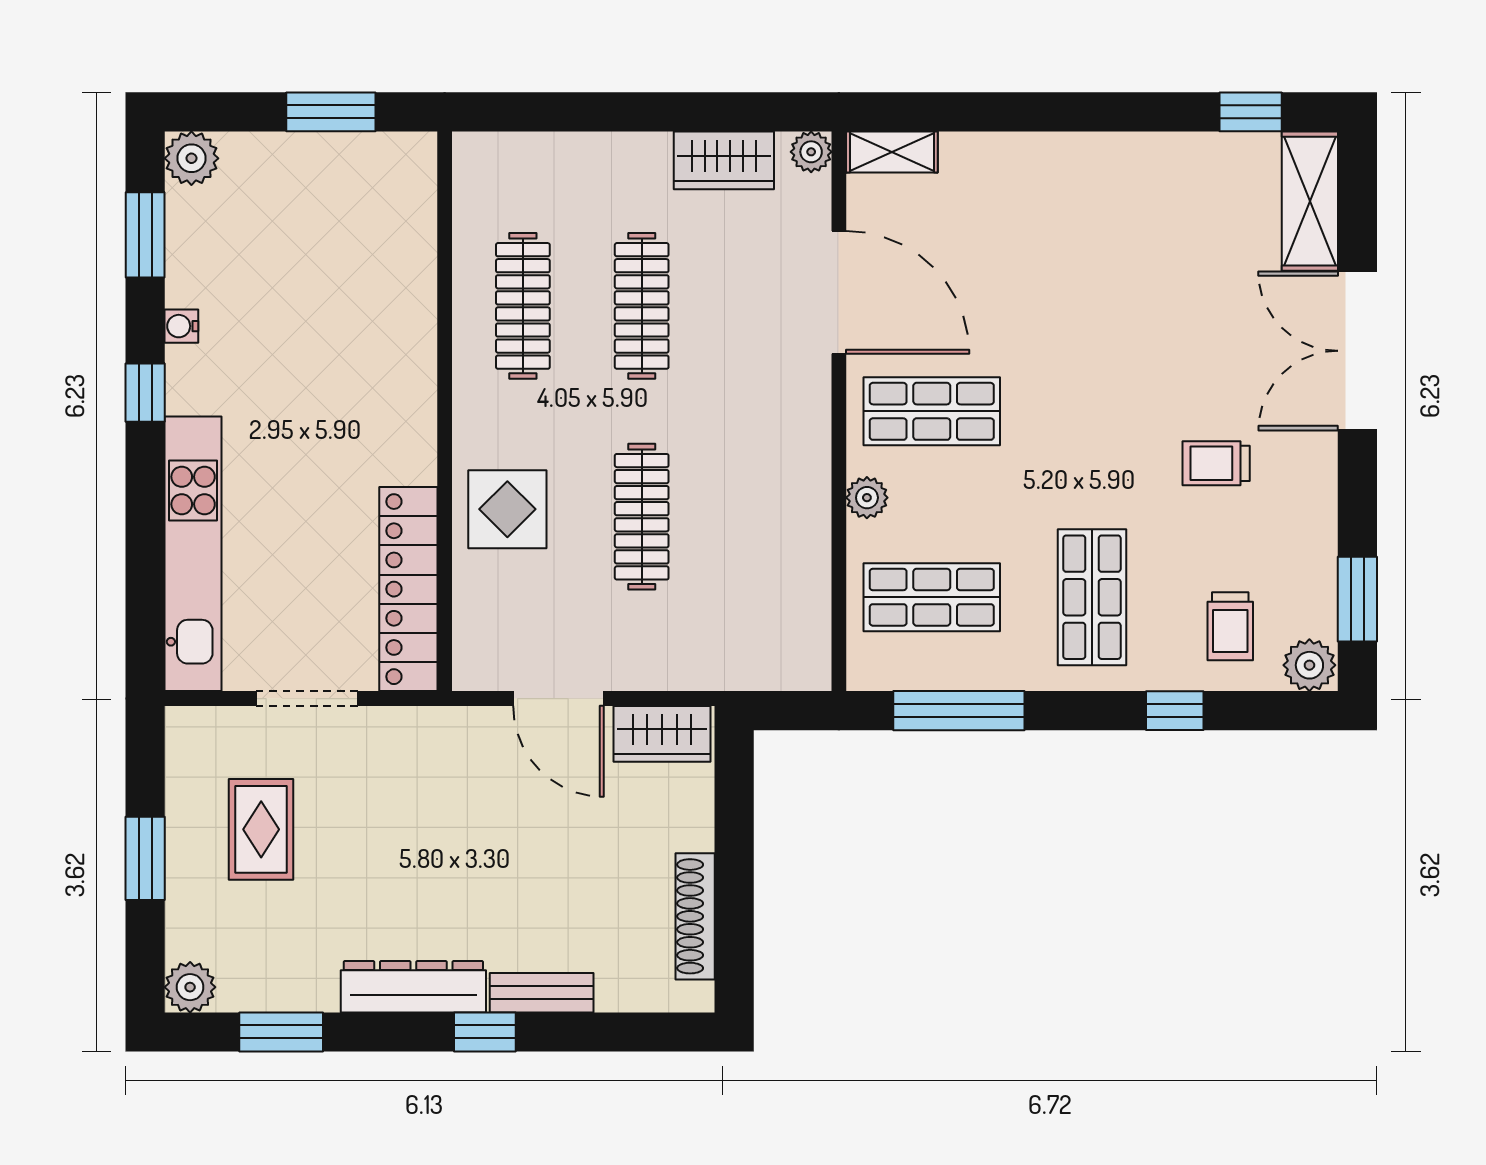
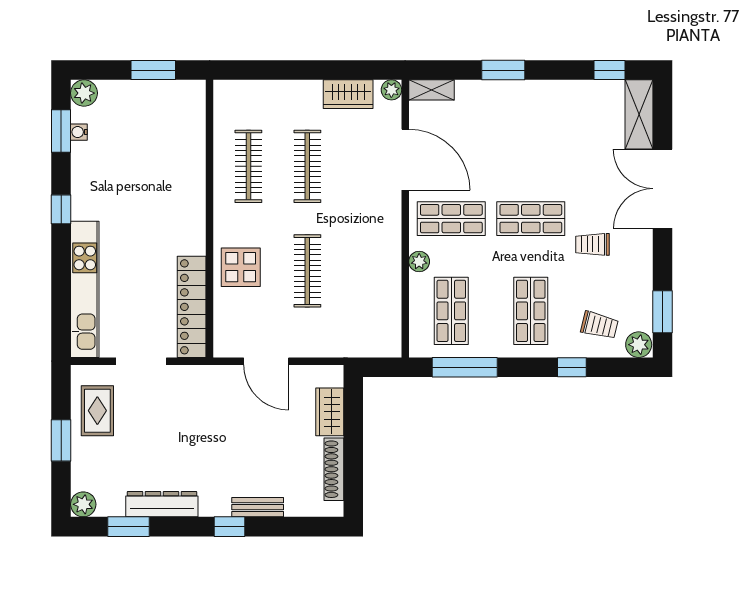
window: (1037, 112) -> (503, 70), added
water cooler: (181, 326) -> (79, 132), moved
shop shelf: (1092, 411) -> (531, 219), added
shop shelf: (932, 597) -> (451, 311), turned 90
trolley: (1230, 626) -> (599, 325), turned -76
wardrobe: (662, 734) -> (330, 412), moved, turned 90
rug: (261, 829) -> (97, 411), moved
dresser: (413, 987) -> (162, 504), moved

